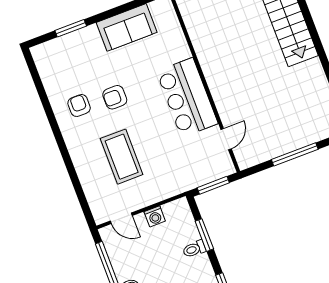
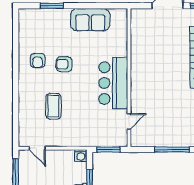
armchair: (79, 105) -> (38, 61), turned 180
coffee table: (122, 157) -> (53, 106), width x0.73, depth x0.76
washing machine: (155, 216) -> (81, 156), moved

